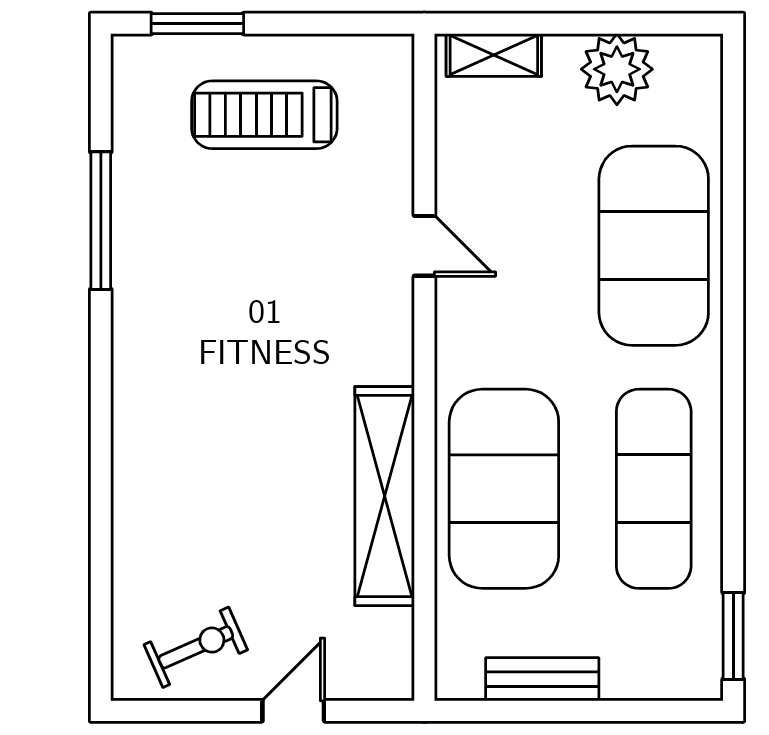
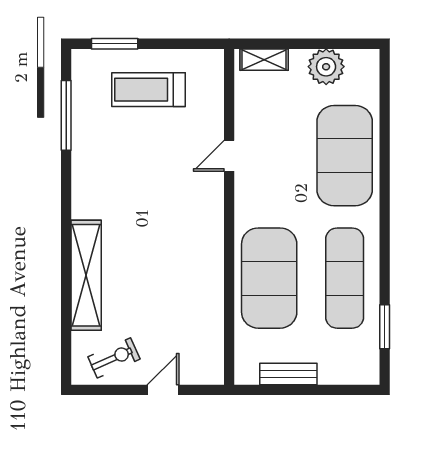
window: (101, 221) -> (66, 115), moved
door: (424, 246) -> (229, 156), swing flipped
shelving: (385, 496) -> (86, 275), moved
window: (733, 636) -> (385, 327), moved

